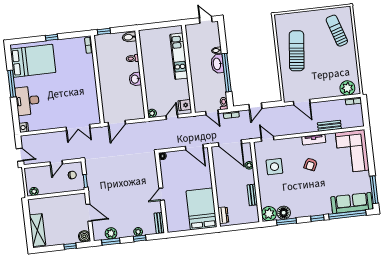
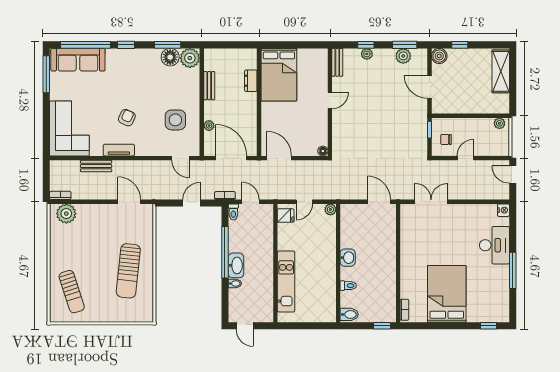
window: (52, 37) -> (488, 326), moved
bed: (33, 61) -> (447, 294), moved, turned 90
door: (117, 123) -> (379, 202), hinge flipped
dresser: (223, 215) -> (251, 81), moved

